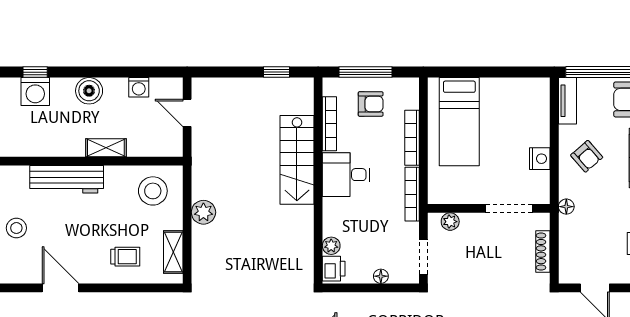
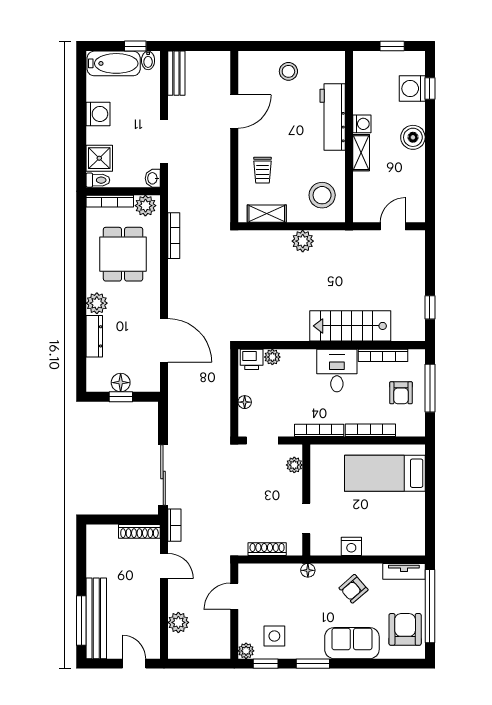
washing machine: (139, 87) -> (362, 124), moved, turned 180
doorway: (509, 208) -> (306, 518), width x0.73

